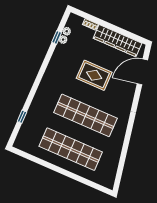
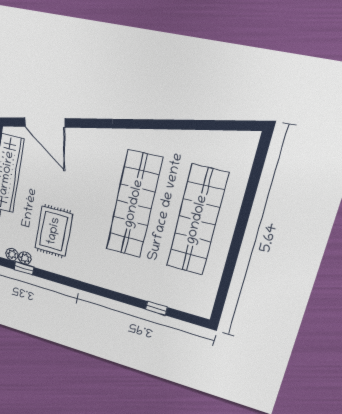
rug: (94, 75) -> (54, 231), moved

